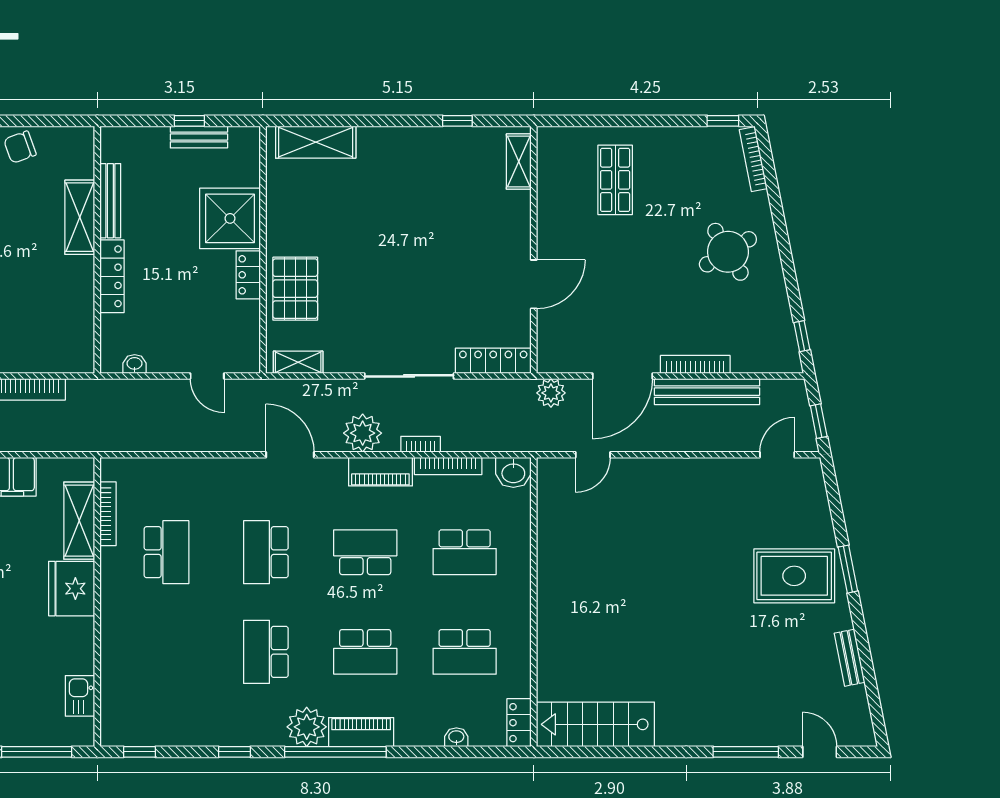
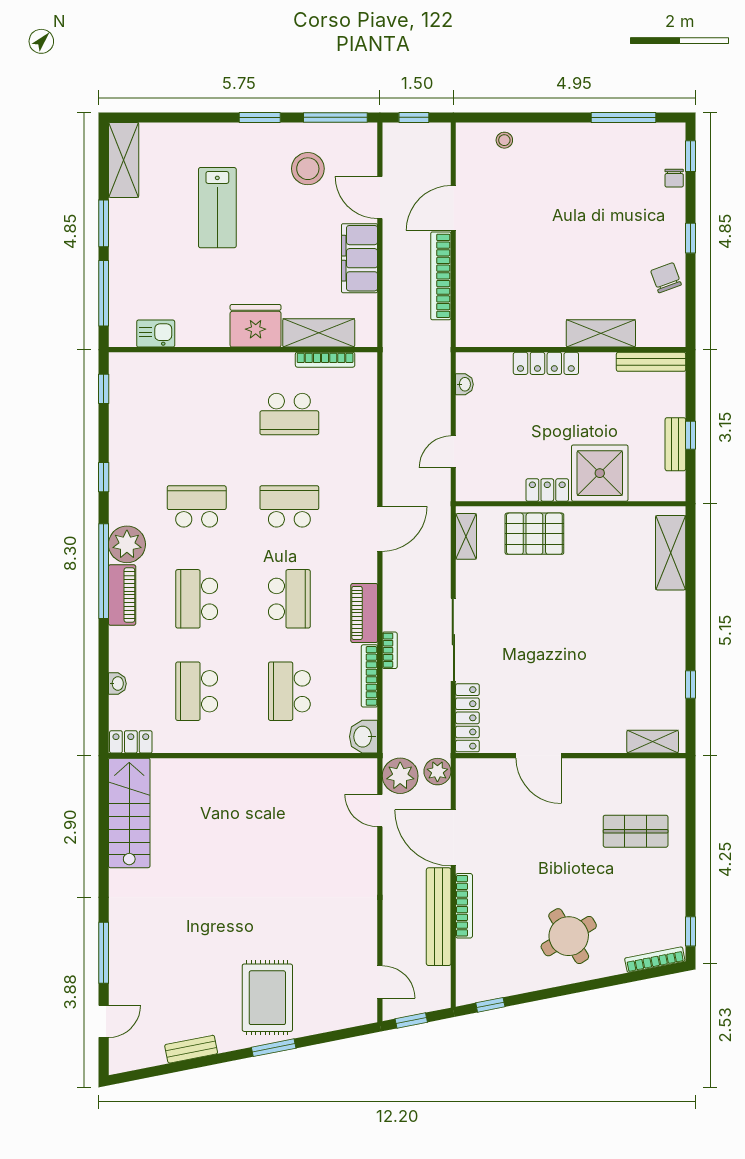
bench: (110, 201) -> (651, 362), moved
plant: (363, 433) -> (400, 776), moved

